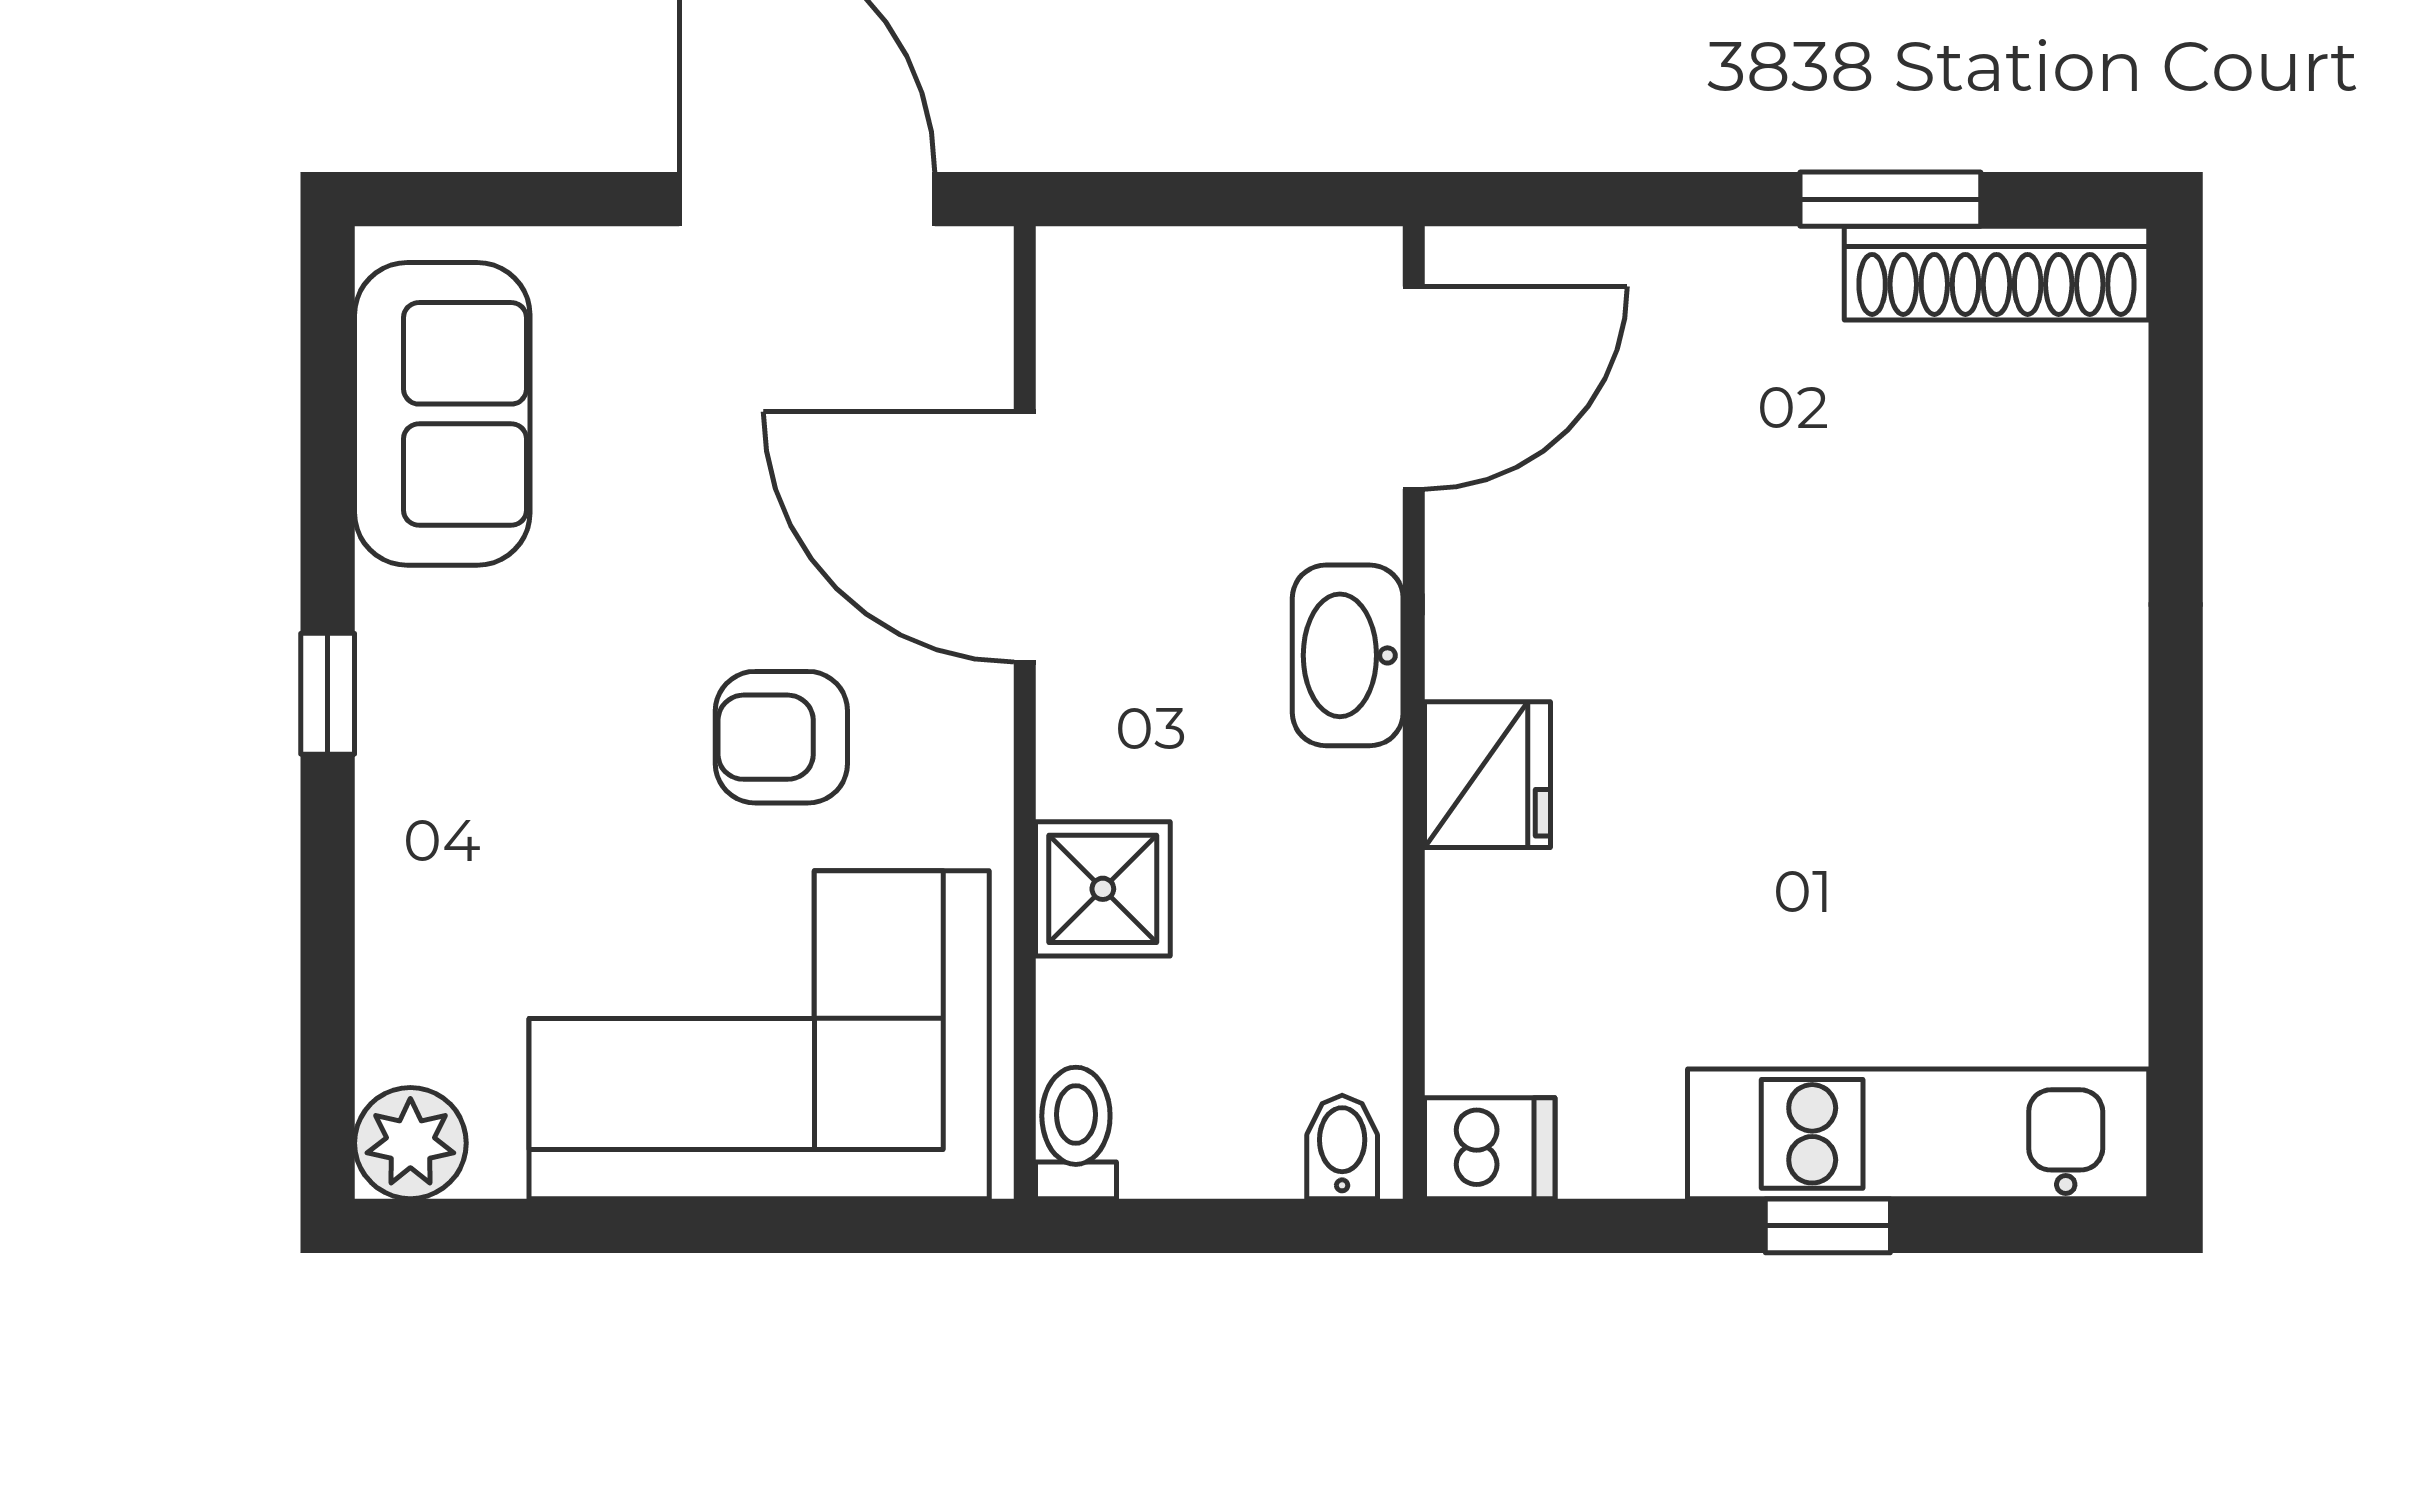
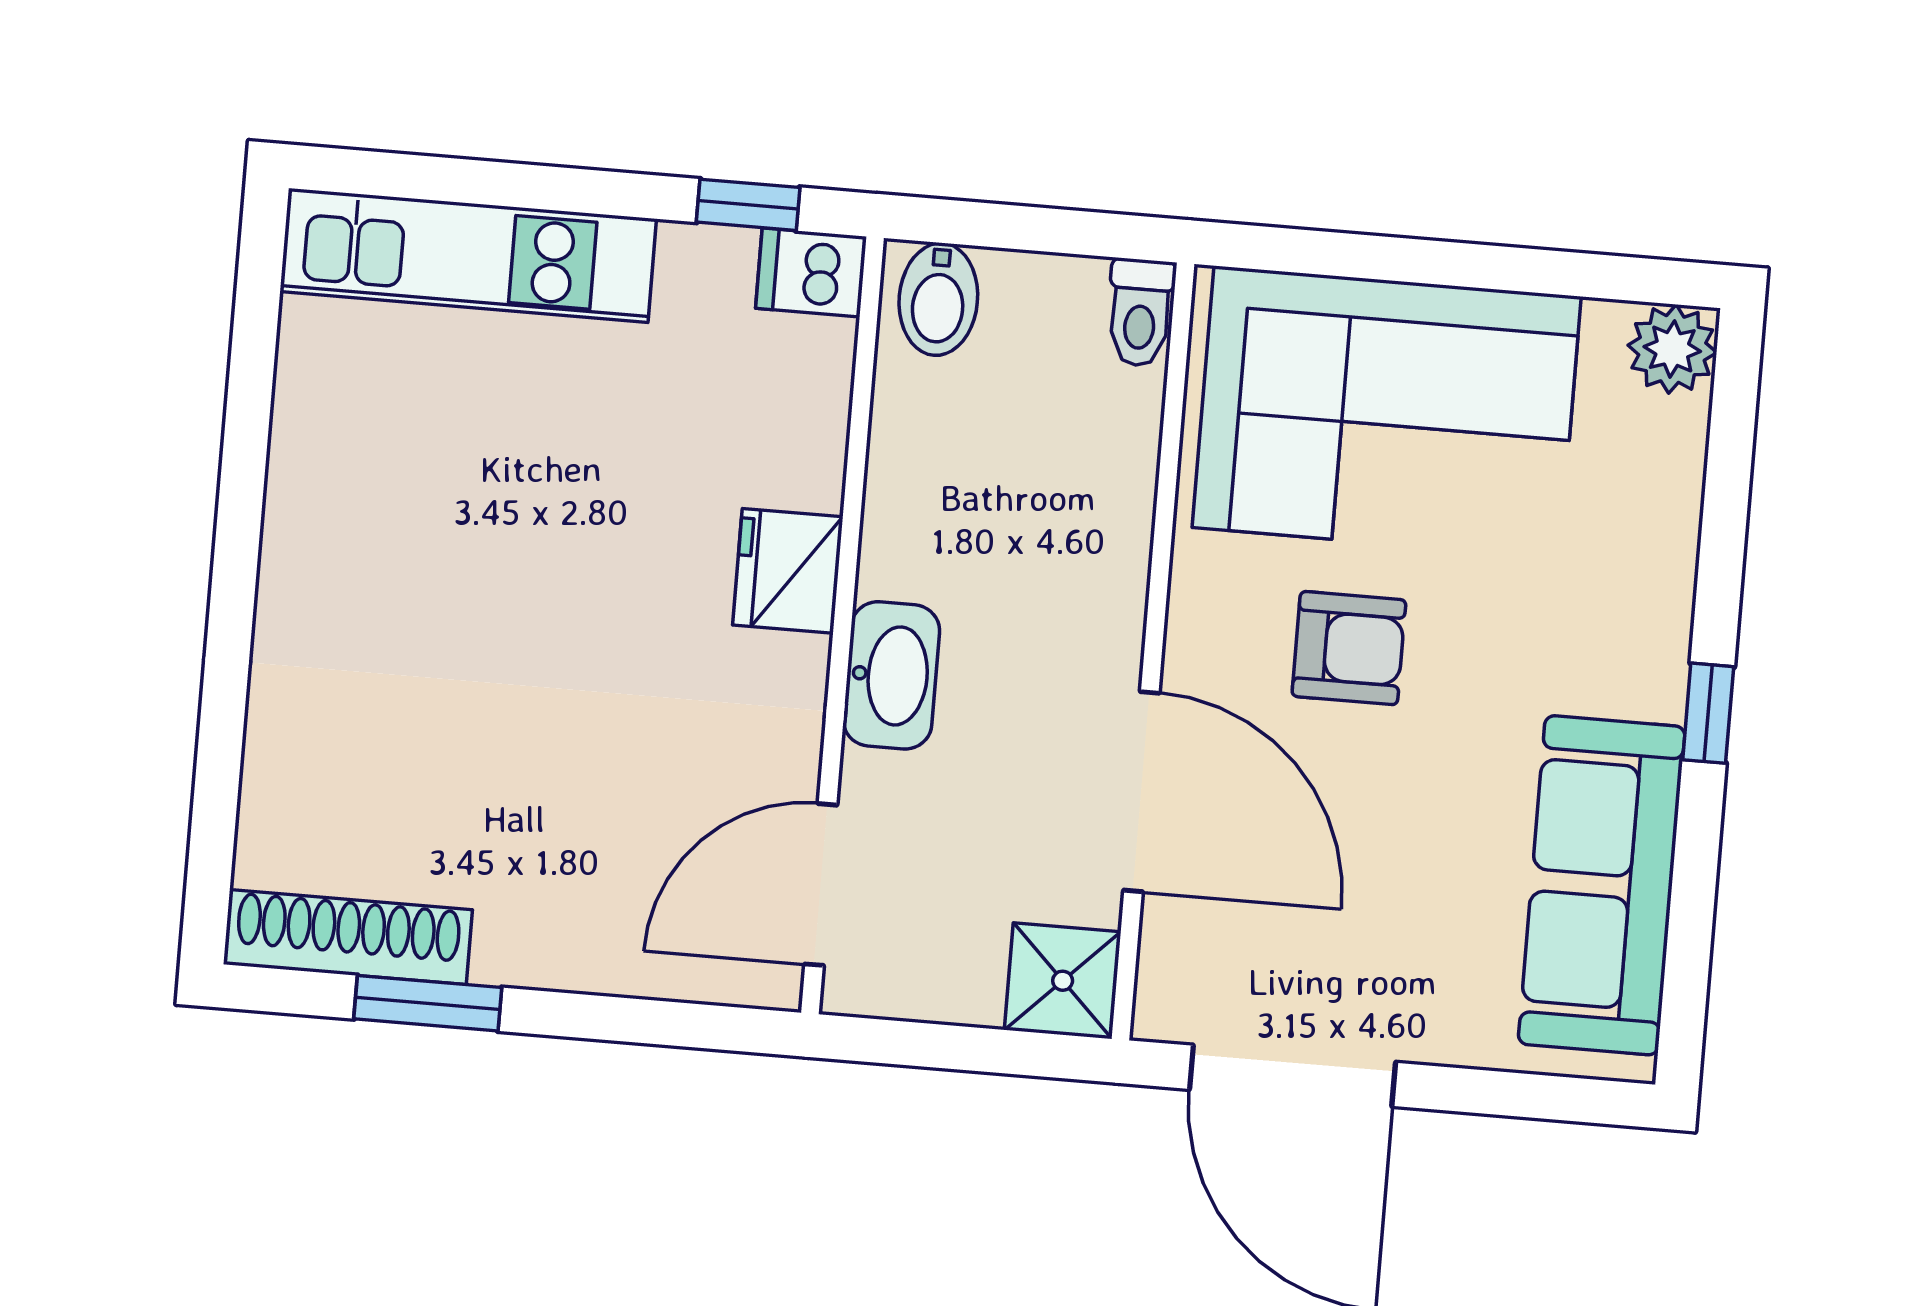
sofa: (442, 414) -> (1602, 885), width x1.36
shower: (1103, 889) -> (1063, 981), moved
bidet: (1342, 1147) -> (938, 299), width x1.38, depth x1.36
window: (1828, 1226) -> (748, 205), moved

